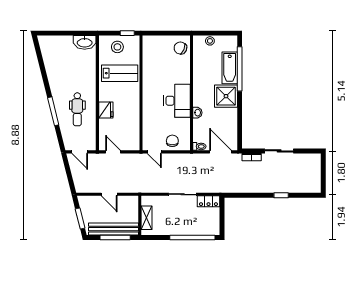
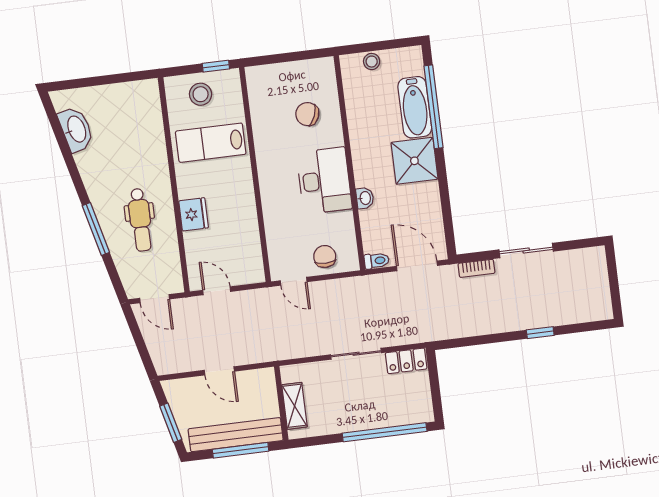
washbasin: (85, 42) -> (76, 129), moved, turned -104
chair: (180, 48) -> (307, 114), moved
lab bench: (120, 73) -> (211, 143), turned 180

